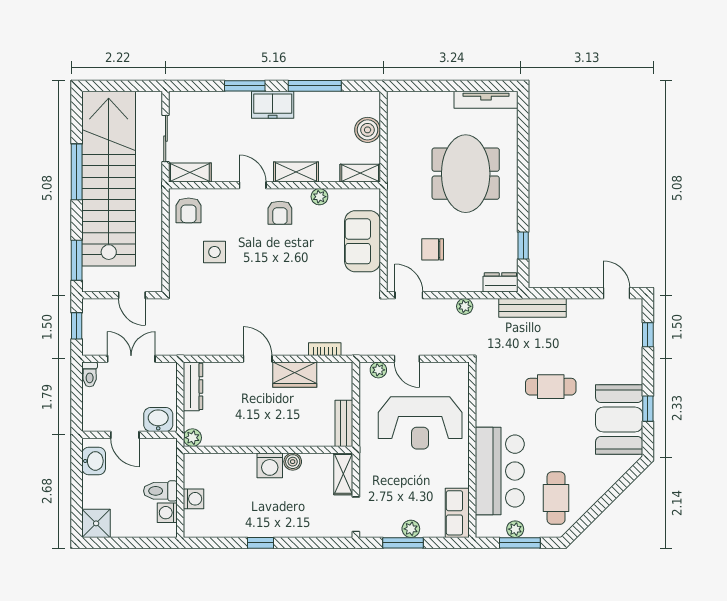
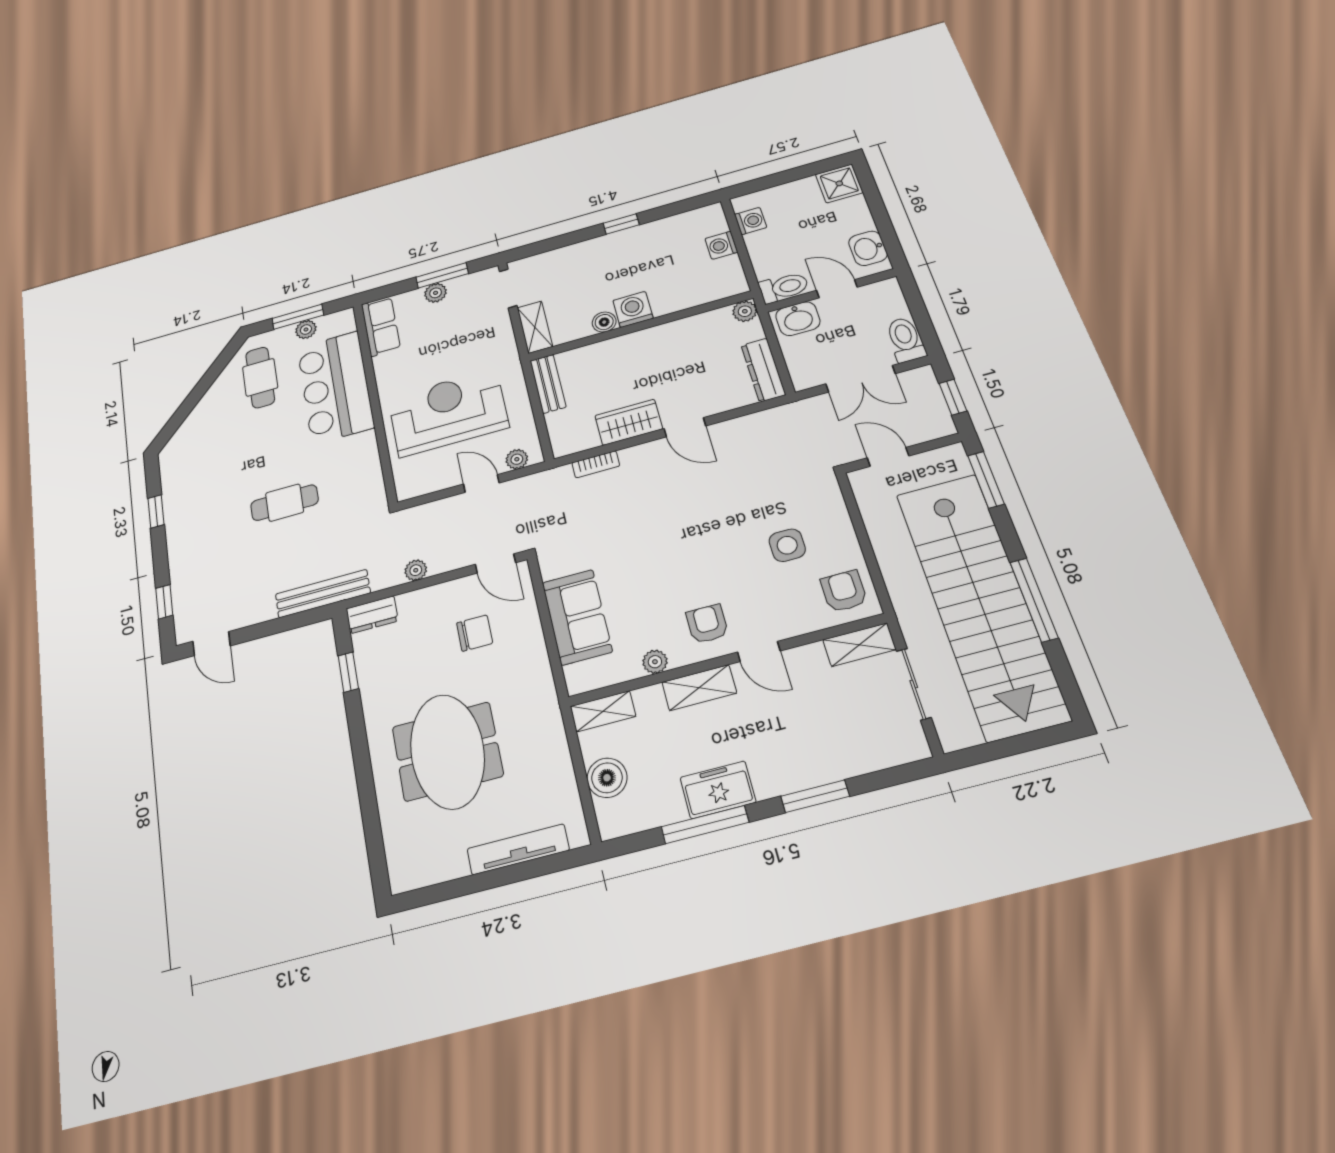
tv unit: (486, 100) -> (518, 849), moved
freezer: (273, 105) -> (718, 790), moved
toilet: (90, 374) -> (905, 340), width x1.37, depth x1.39
booth: (619, 420) -> (191, 488), removed
toilet: (160, 491) -> (784, 287), moved

